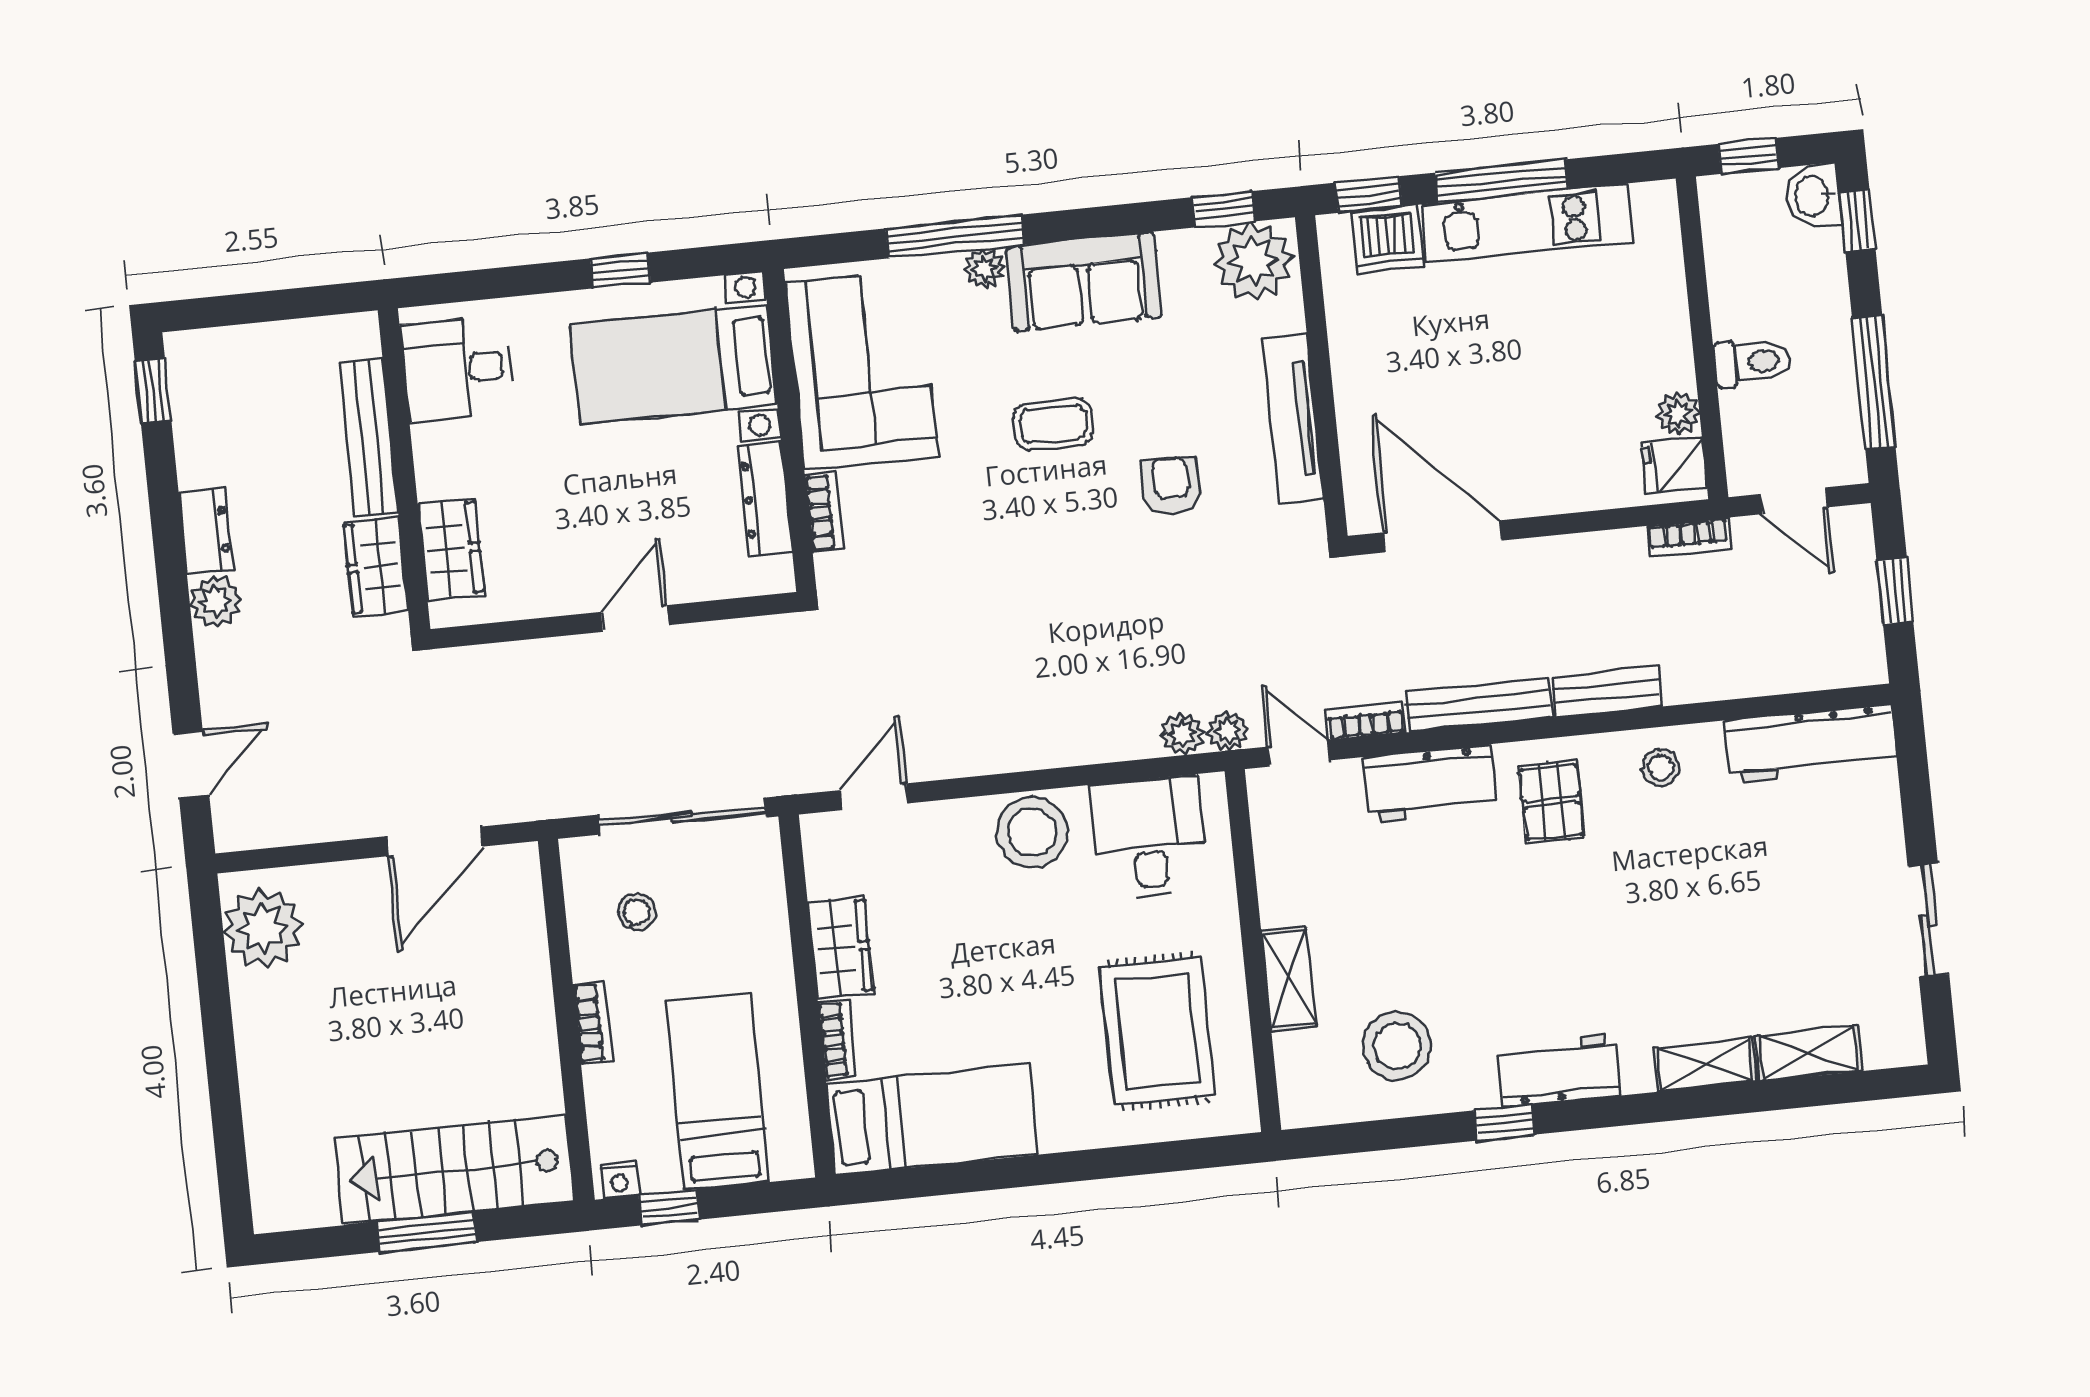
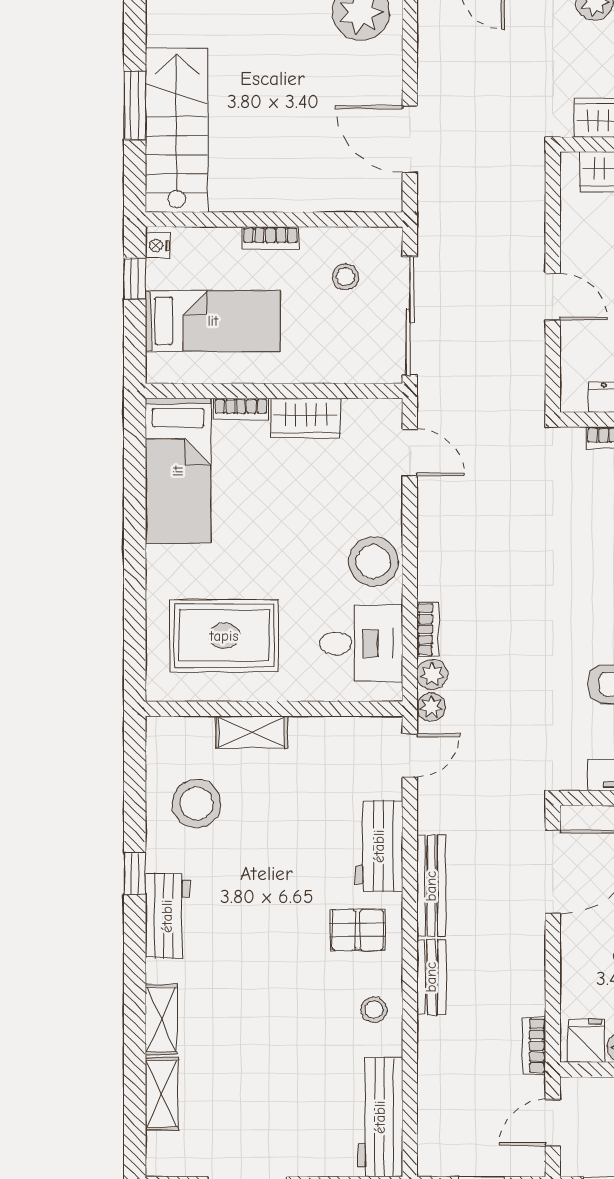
bookcase: (1366, 721) -> (428, 629), moved

